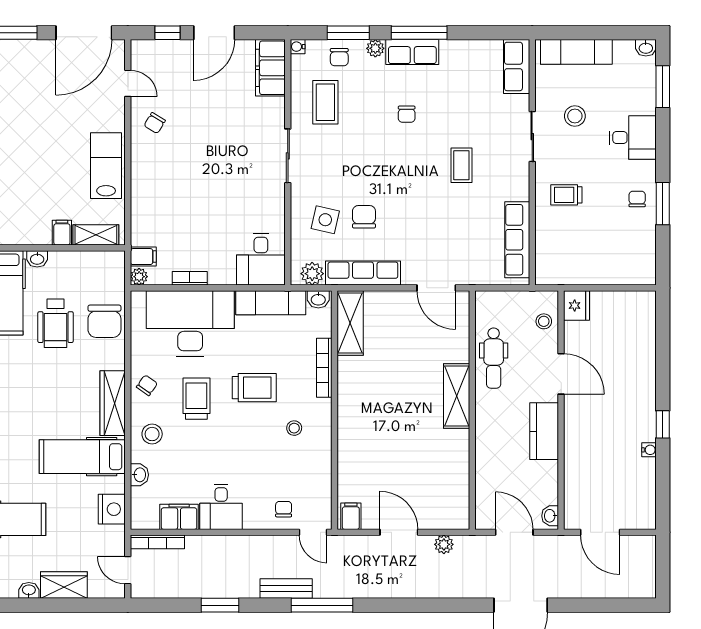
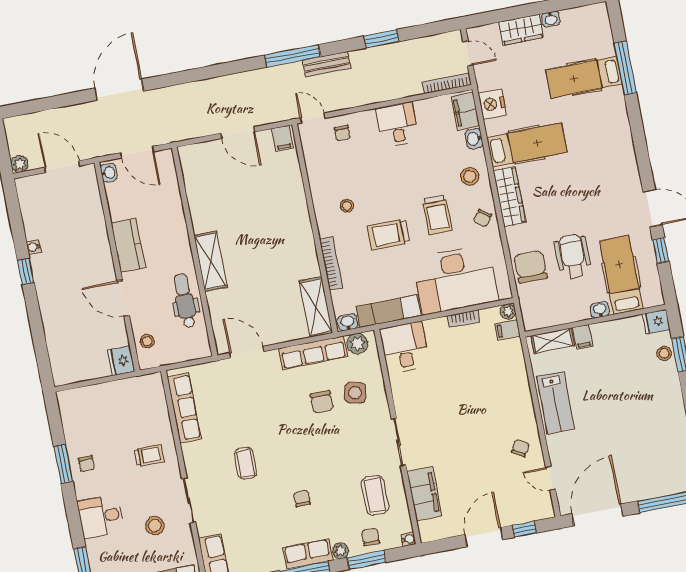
filing cabinet: (270, 68) -> (424, 494), moved
filing cabinet: (179, 517) -> (465, 111), moved, turned 90
plant: (444, 544) -> (20, 164), moved

